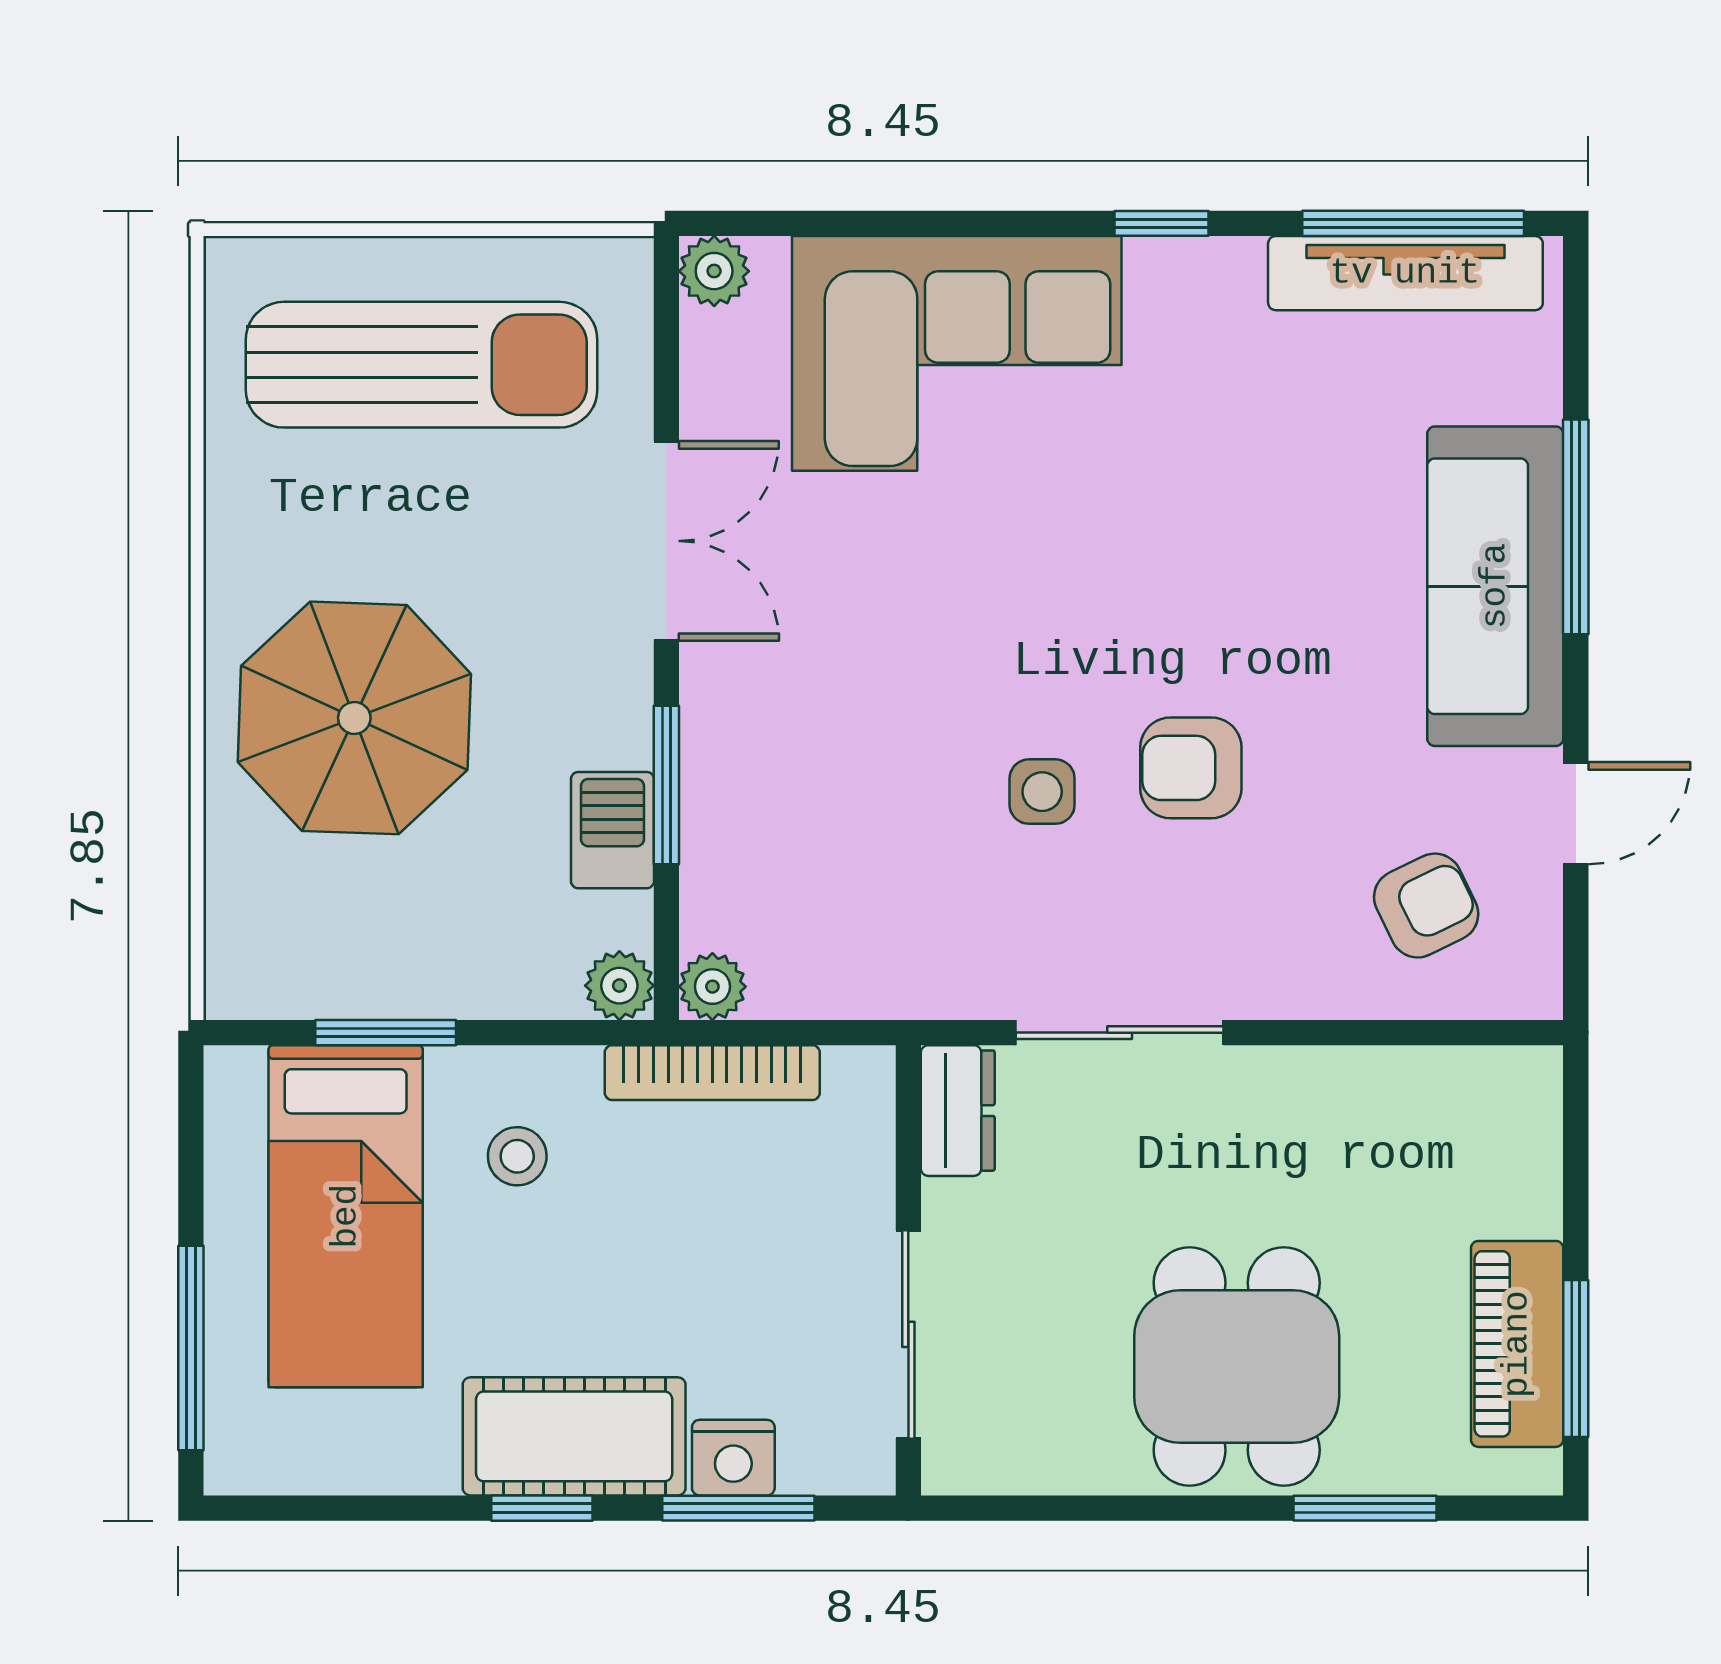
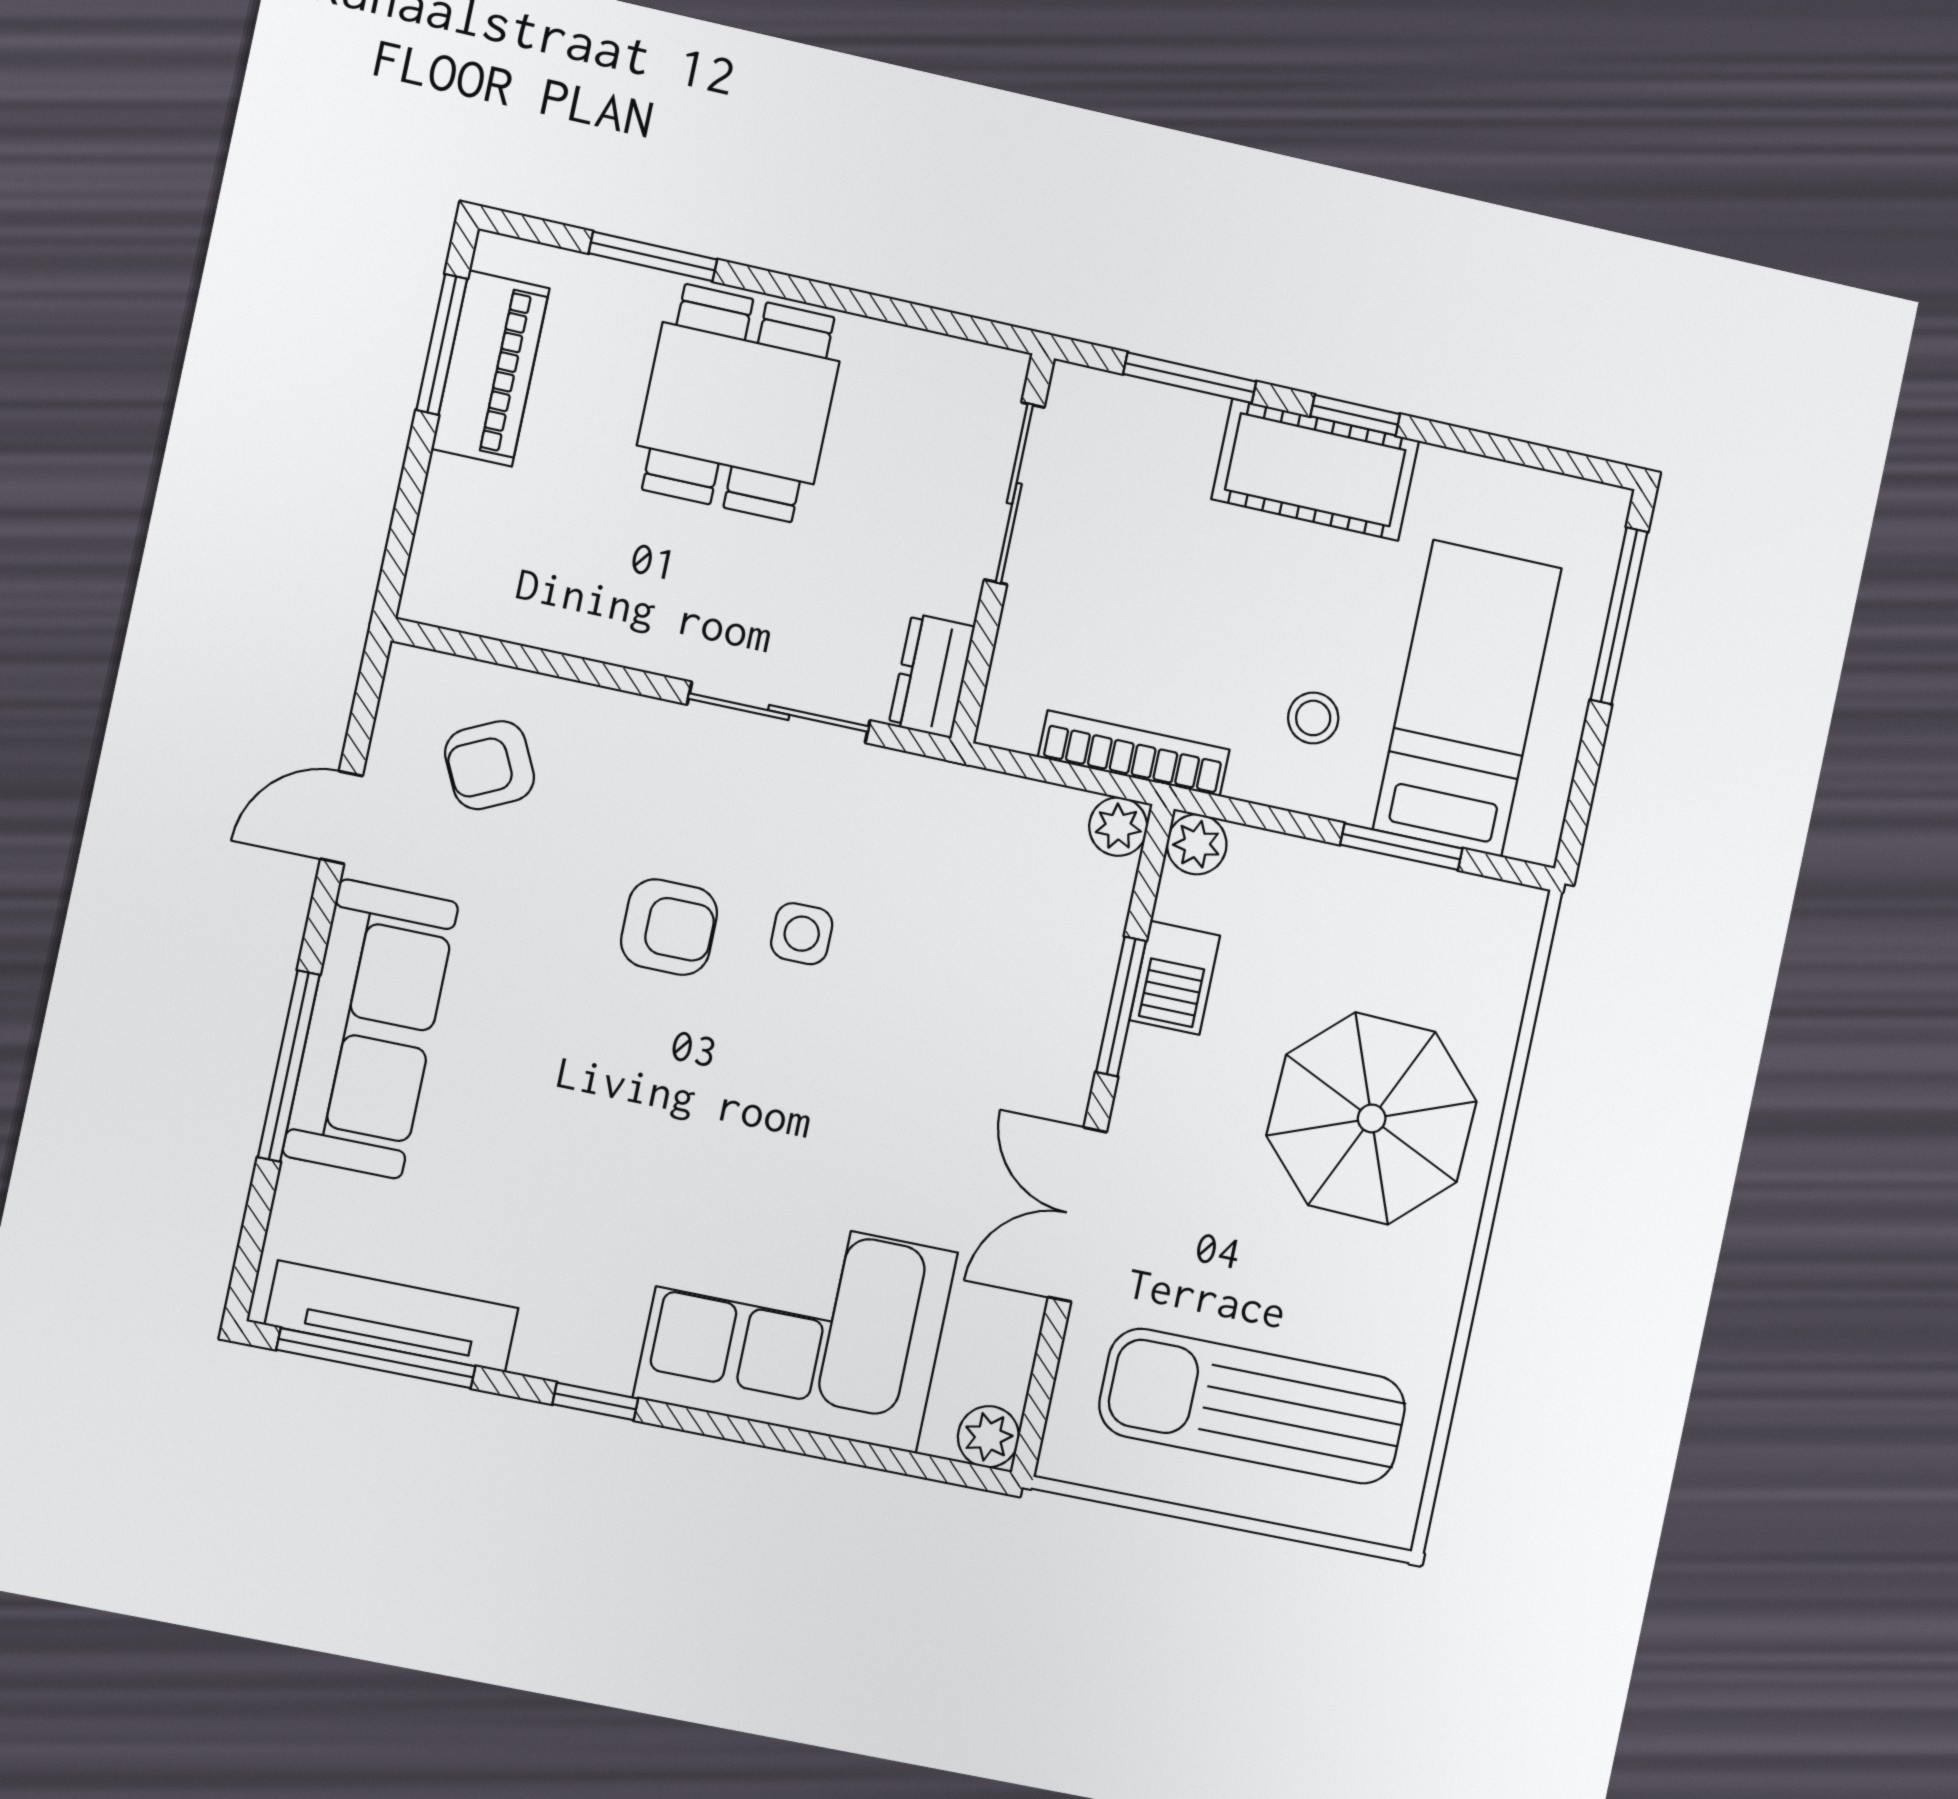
nightstand: (733, 1458) -> (1185, 422), removed

